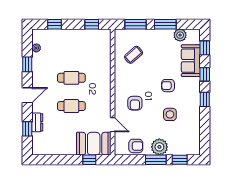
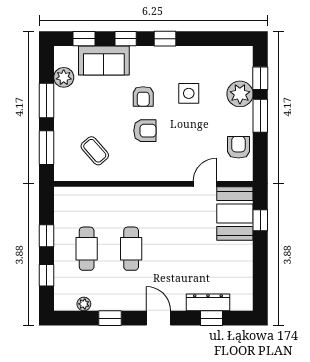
window: (92, 24) -> (46, 236), moved
armchair: (135, 103) -> (145, 131), moved
cafe table: (71, 106) -> (87, 249), moved
dresser: (37, 122) -> (208, 302), width x1.44
plant: (159, 147) -> (240, 94), moved

